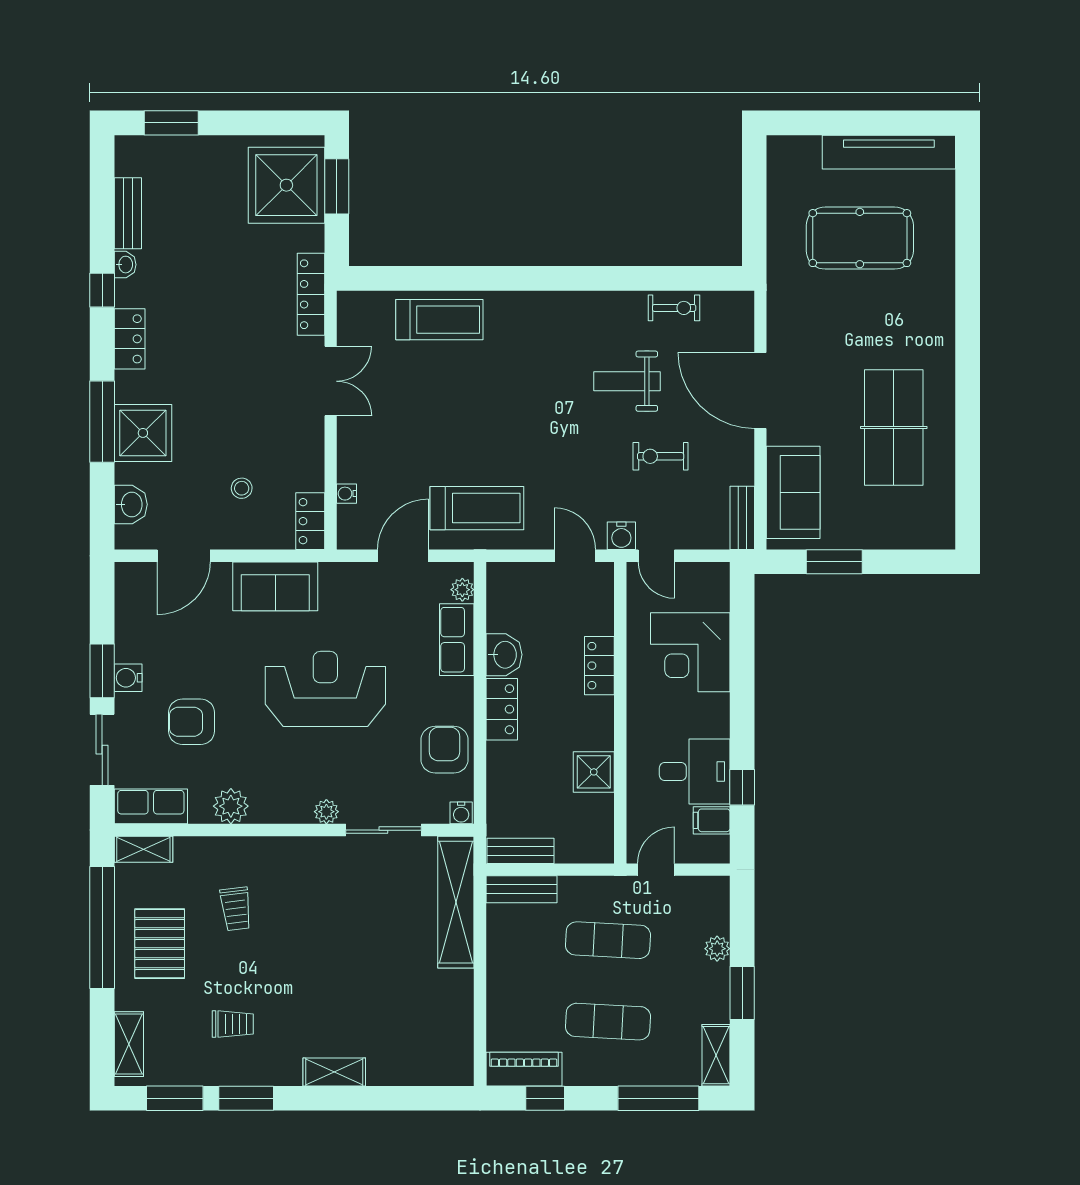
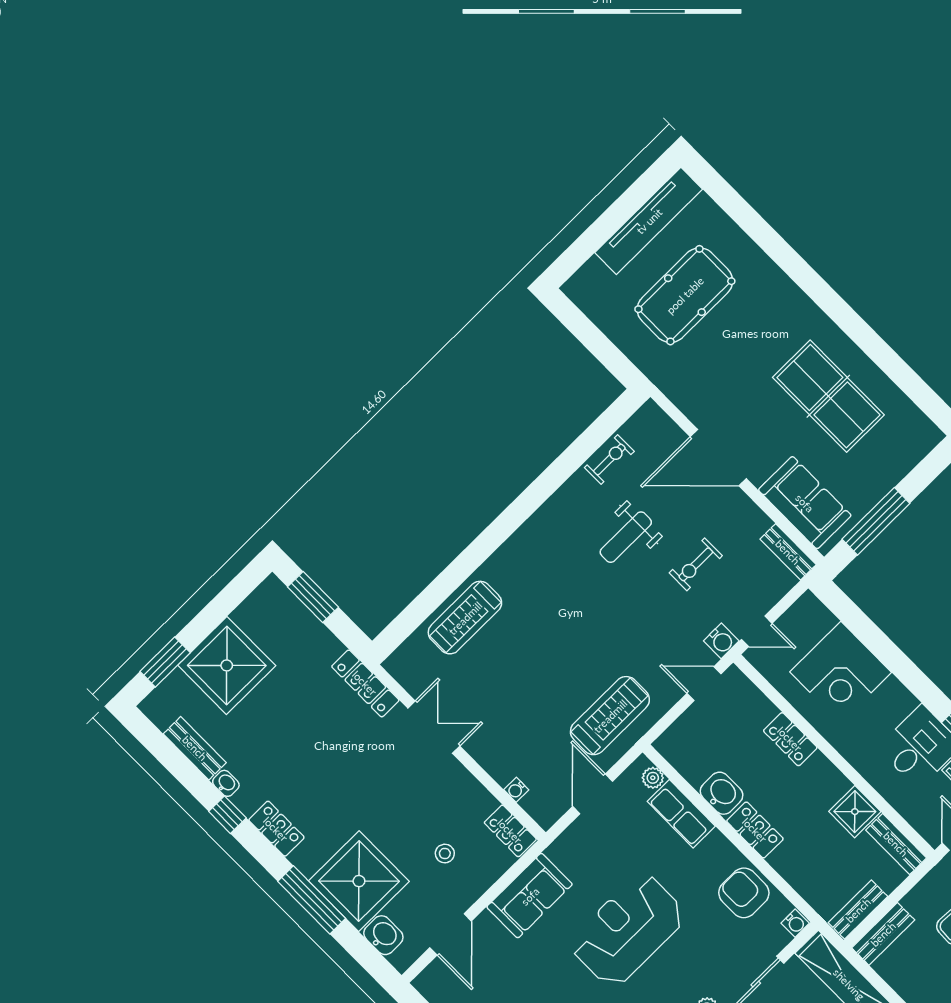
shower: (286, 185) -> (227, 665), moved
treadmill: (439, 320) -> (465, 618), turned 180
shower: (143, 433) -> (359, 881), width x1.37, depth x1.37
window: (834, 562) -> (876, 521), width x1.44
bench: (601, 829) -> (896, 844), added

